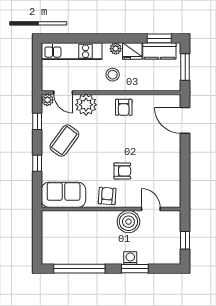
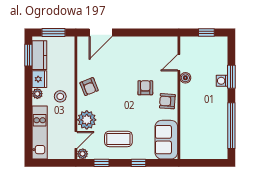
armchair: (124, 107) -> (89, 87), turned 68
coffee table: (64, 141) -> (118, 139), turned -36
boiler: (128, 222) -> (185, 78), width x0.54, depth x0.54

